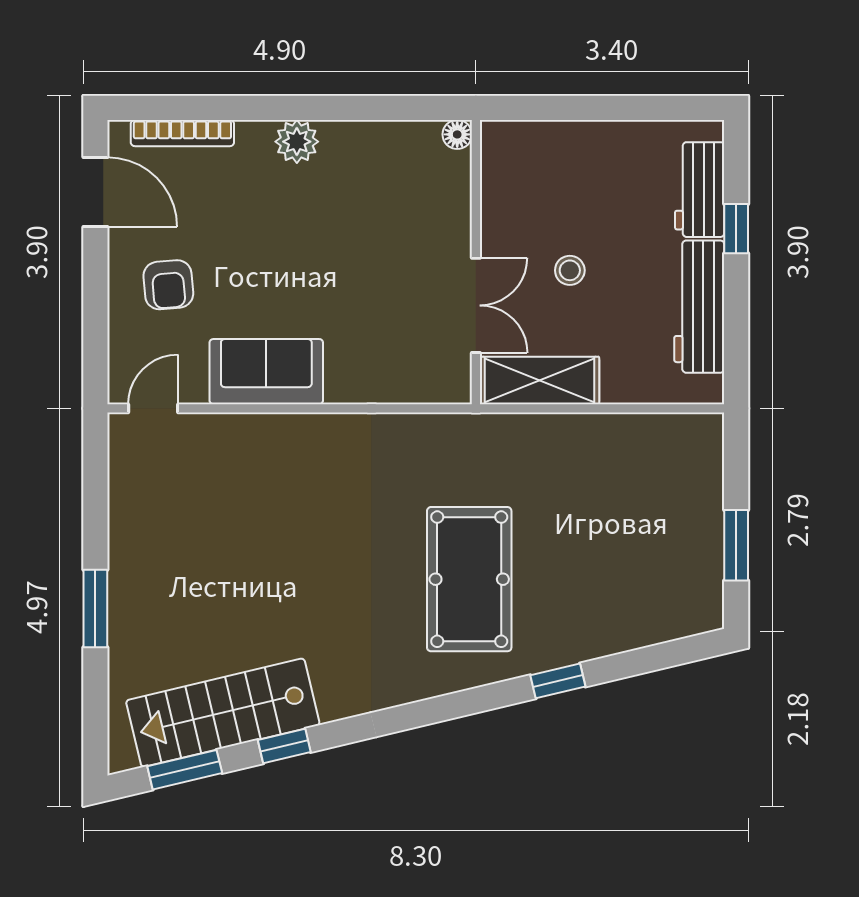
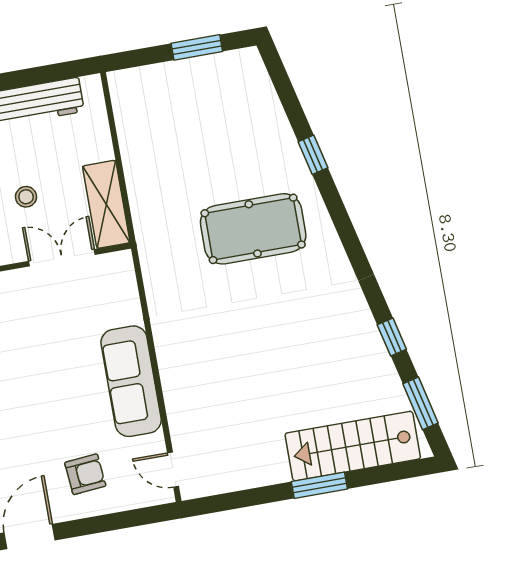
sofa: (266, 372) -> (131, 381), width x1.36
stairs: (223, 713) -> (353, 446), moved, turned 103

